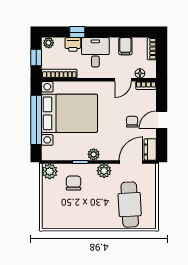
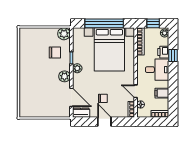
cafe table: (130, 205) -> (38, 96), removed

